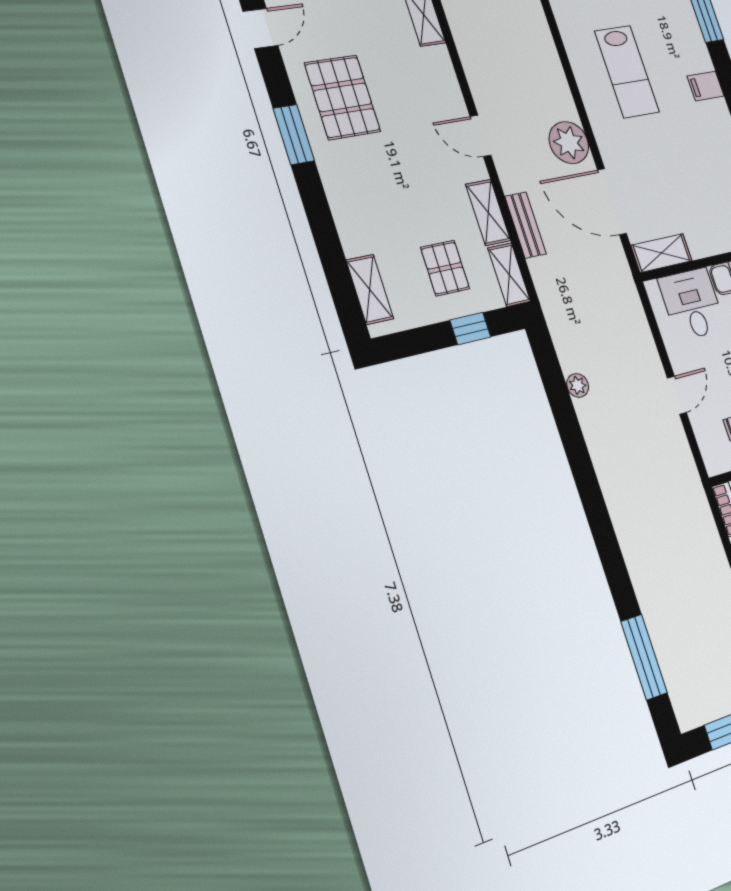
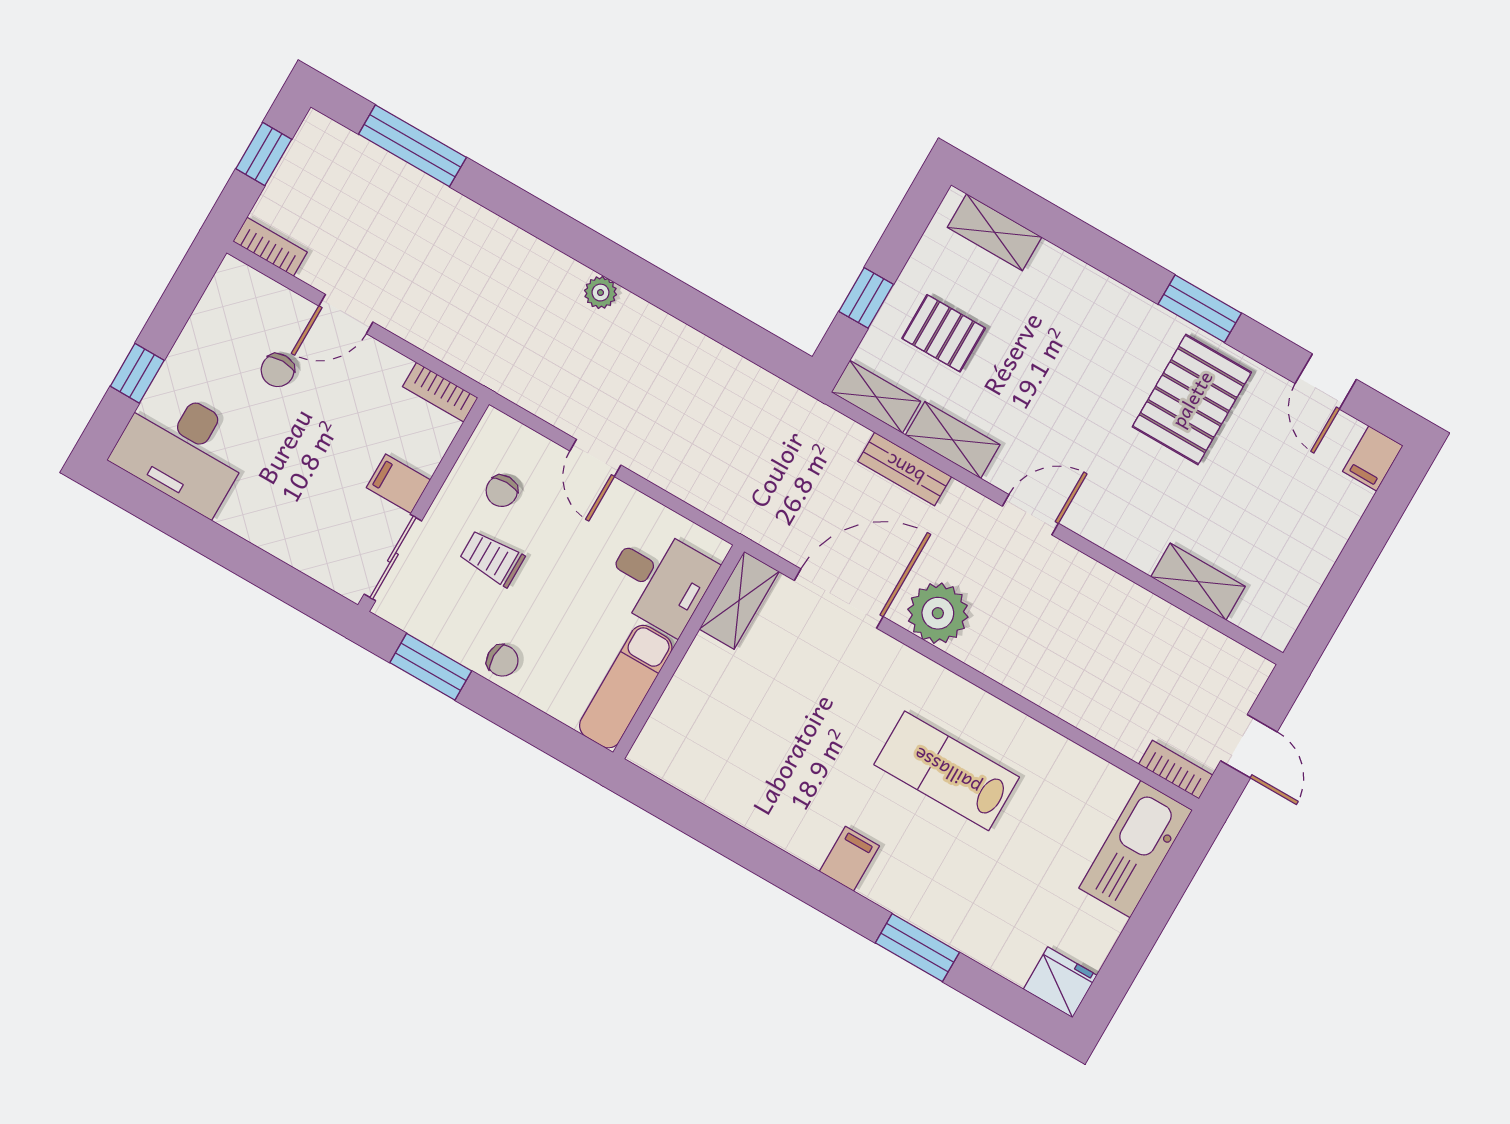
pallet: (343, 97) -> (1192, 399), turned 90
plant: (578, 385) -> (600, 293), moved

